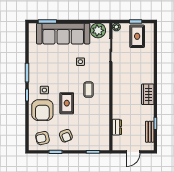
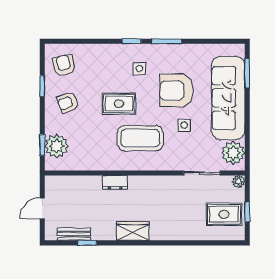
coffee table: (89, 90) -> (140, 138), width x1.86, depth x1.72
armchair: (42, 110) -> (176, 90), moved
dresser: (117, 127) -> (115, 182), moved
plant: (94, 143) -> (57, 146), added
door: (133, 152) -> (42, 208), hinge flipped

